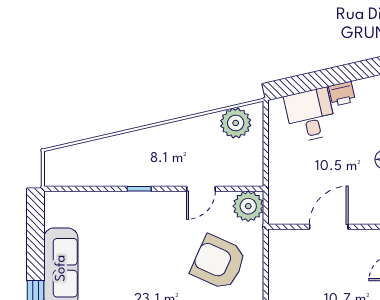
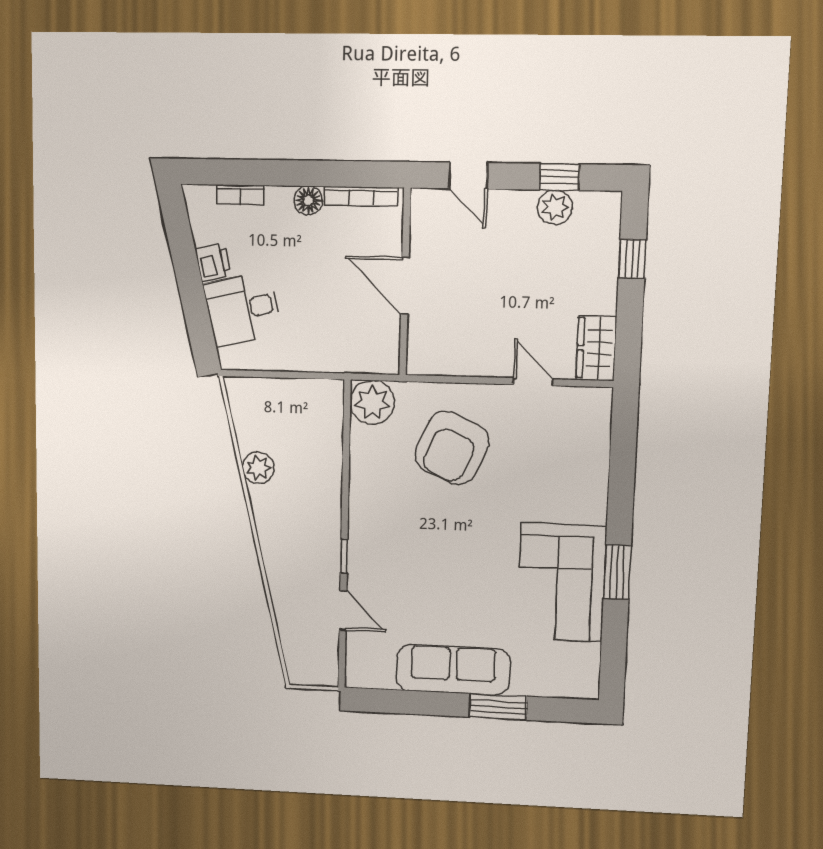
plant: (236, 123) -> (258, 468), moved, width x0.73, depth x0.73
door: (201, 189) -> (343, 610), moved

